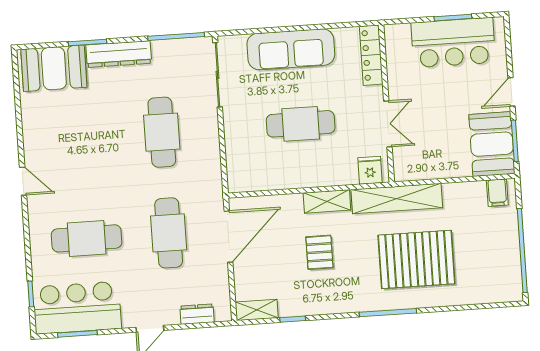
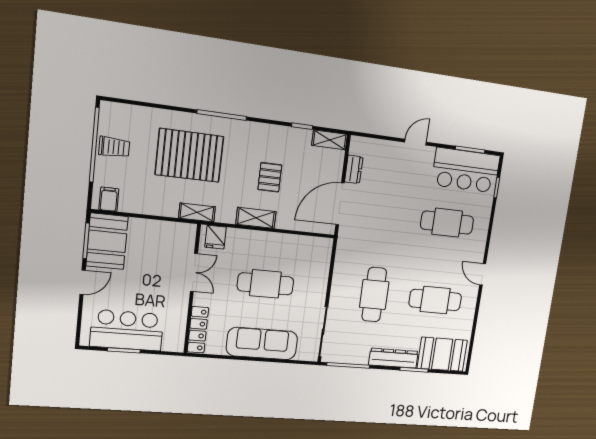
double door: (388, 124) -> (194, 272), swing flipped
shelving: (397, 199) -> (197, 212), width x0.45, depth x0.75
cafe table: (169, 233) -> (435, 300), moved, turned 90
trolley: (501, 252) -> (114, 147), added
dresser: (197, 314) -> (354, 169), moved, turned -90

